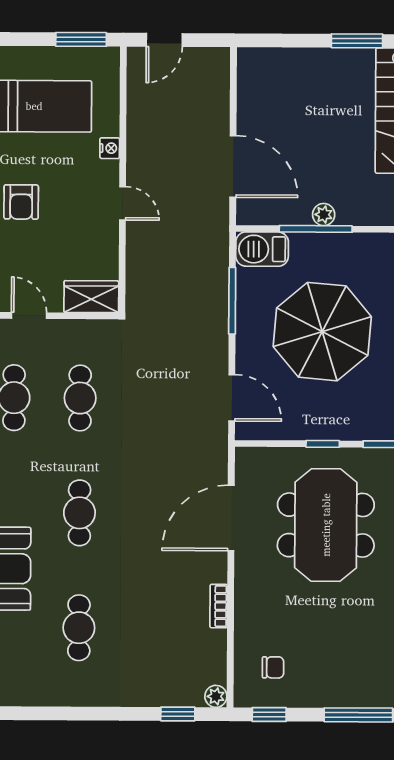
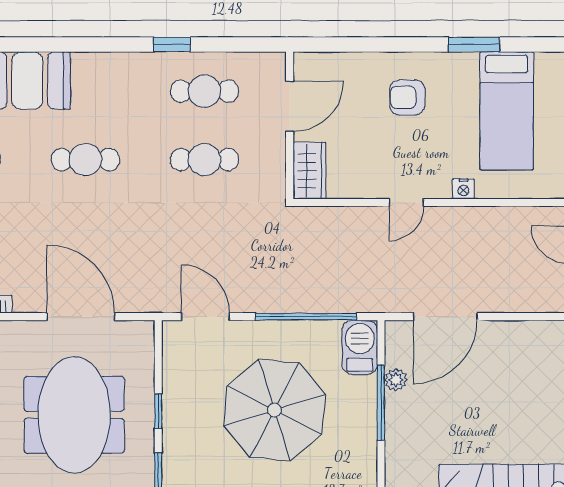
plant: (324, 215) -> (396, 380), moved
window: (232, 301) -> (306, 317), width x1.46
door: (29, 316) -> (290, 106), width x1.38
door: (232, 398) -> (205, 317), swing flipped
meeting table: (326, 525) -> (74, 415), turned 90

